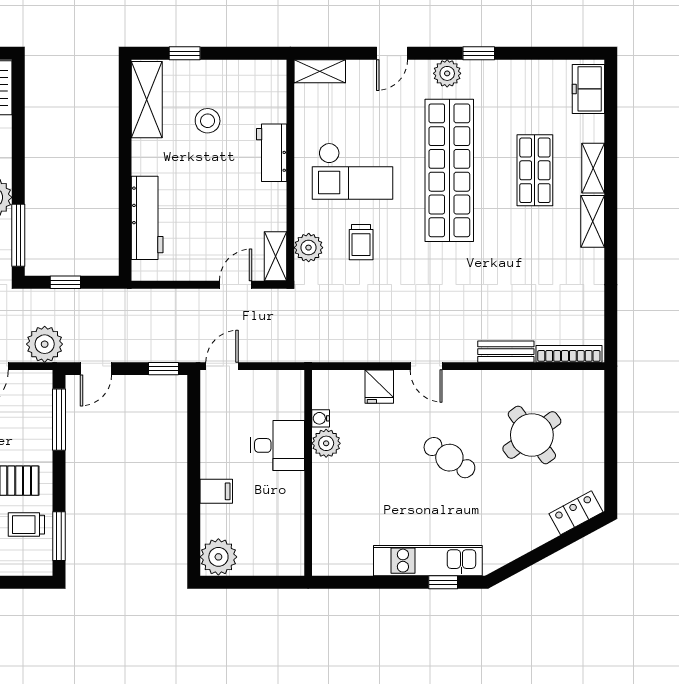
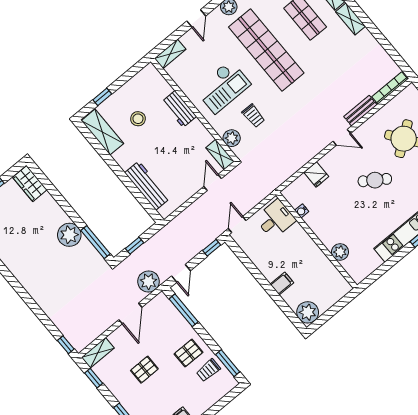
door: (426, 366) -> (342, 137), moved
plant: (326, 443) -> (340, 252), moved
desk: (277, 445) -> (275, 219), moved

